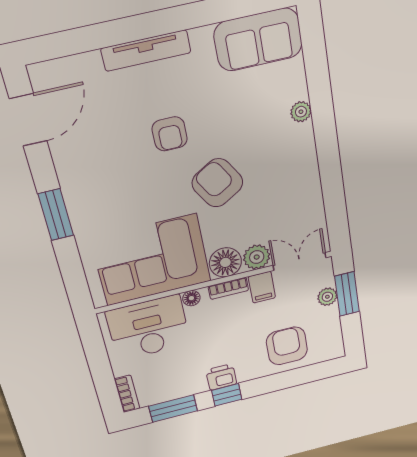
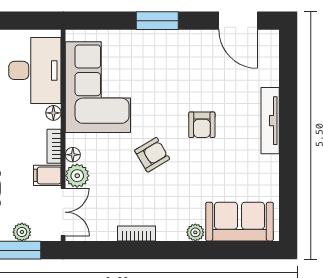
sofa: (258, 40) -> (239, 222), moved, turned 90
armchair: (170, 134) -> (202, 125), turned -90
bookcase: (312, 178) -> (137, 234), added
armchair: (217, 183) -> (152, 155), width x0.72, depth x0.72
floor lamp: (225, 262) -> (73, 155), width x0.53, depth x0.53

